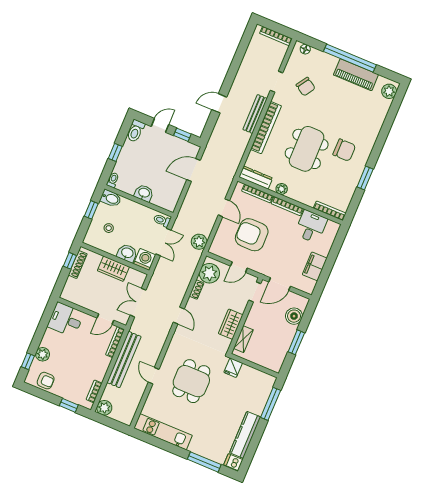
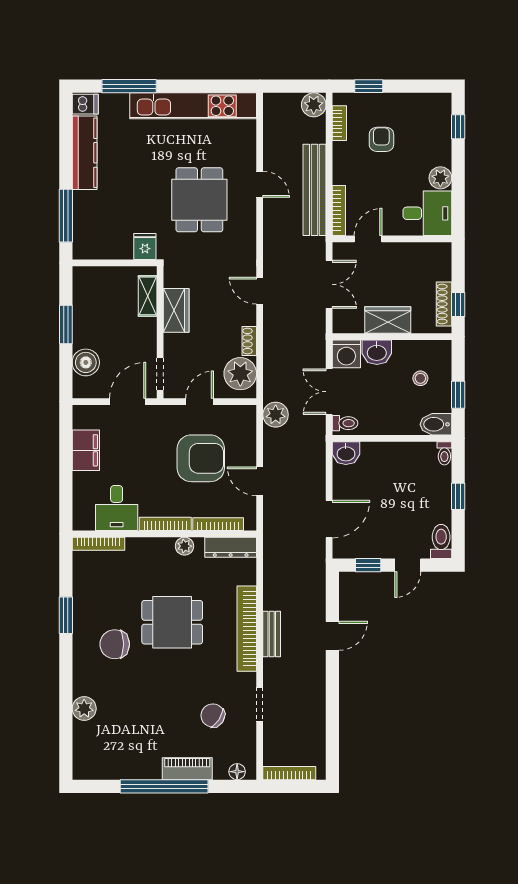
piano: (356, 75) -> (187, 769), moved, width x0.73, depth x0.75
plant: (389, 91) -> (84, 709), moved
bench: (255, 114) -> (272, 634), width x0.73
dining table: (307, 149) -> (172, 622), width x0.73
washbasin: (144, 193) -> (346, 453), moved
plant: (43, 354) -> (440, 178), moved
armchair: (46, 381) -> (381, 139), moved, turned 90
kitchen unit: (163, 432) -> (193, 106), width x1.36

